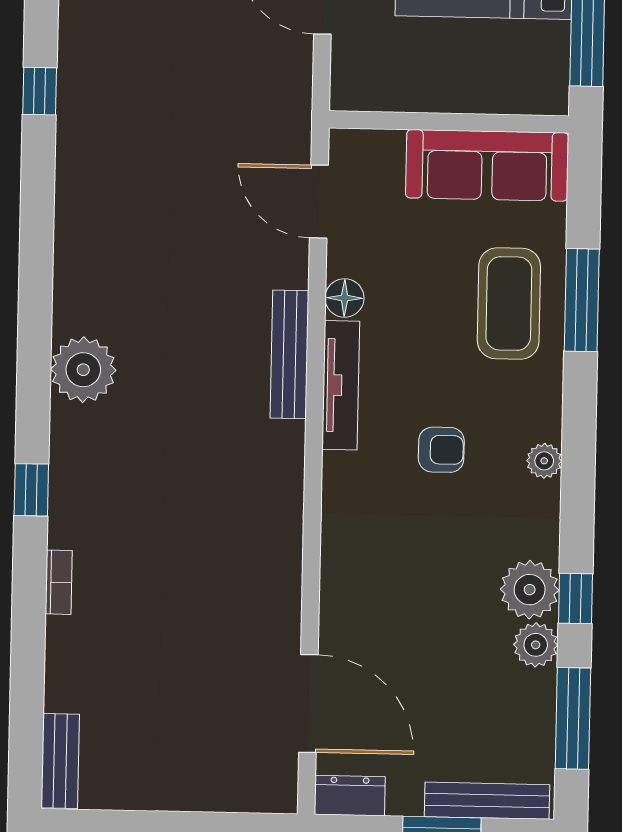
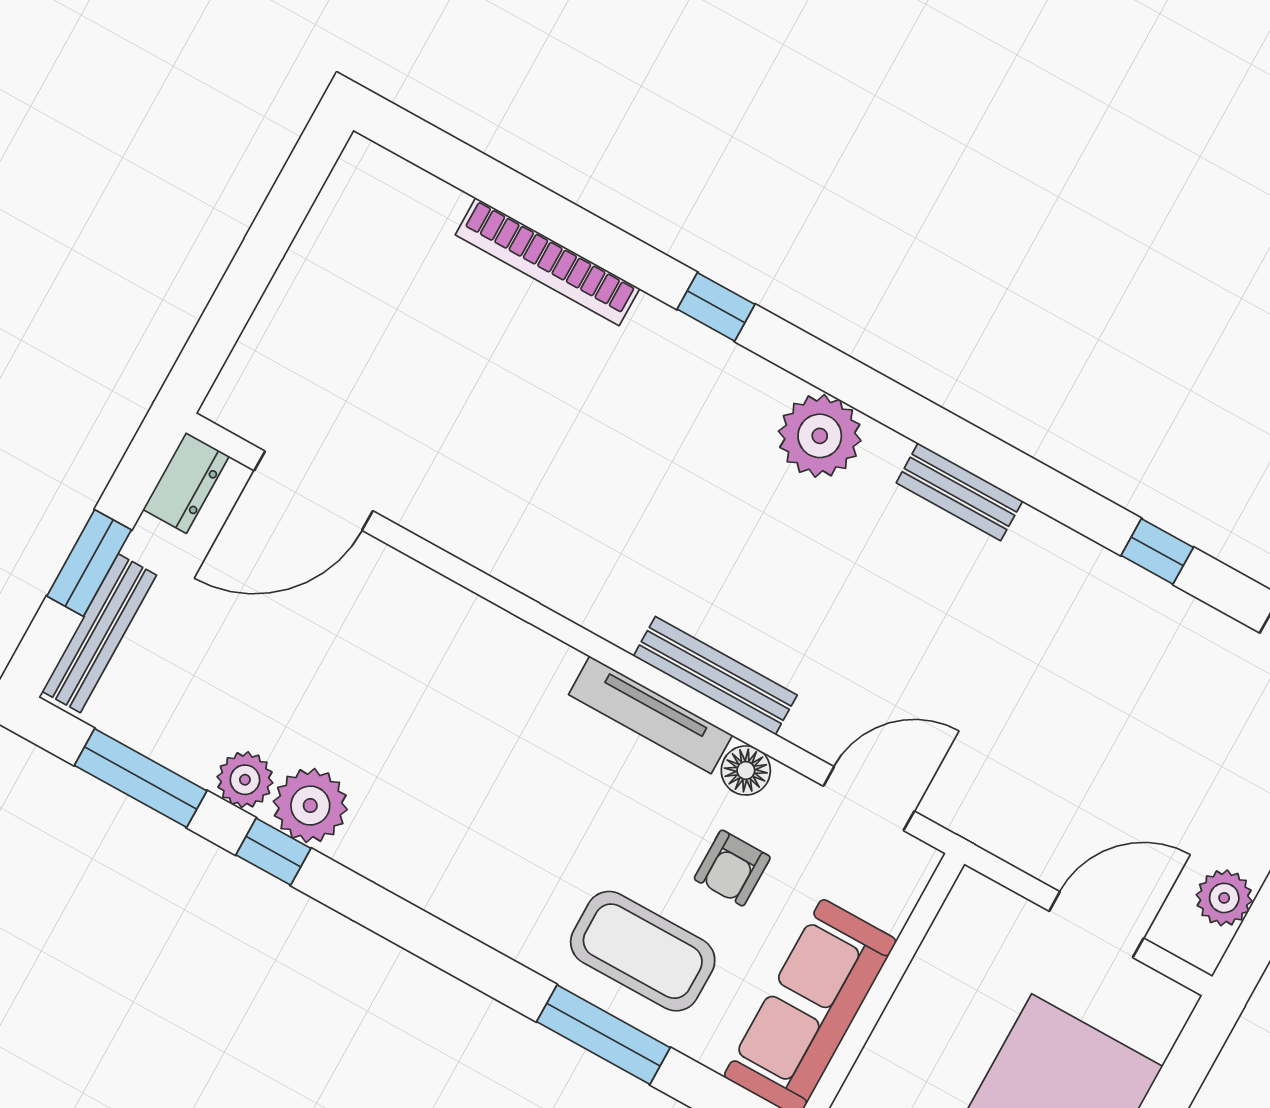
armchair: (441, 450) -> (732, 868), moved
plant: (544, 461) -> (446, 898), removed
bookcase: (59, 582) -> (547, 262), width x2.31, depth x1.31
bench: (60, 761) -> (959, 492), moved

